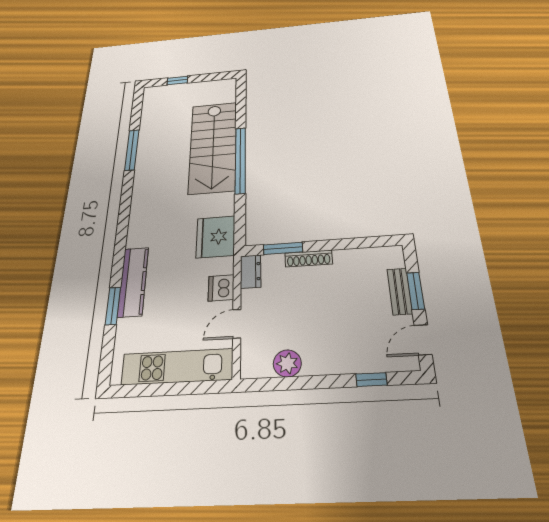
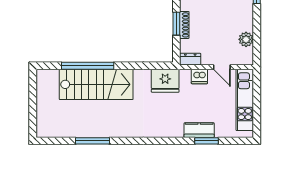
window: (177, 81) -> (33, 113), removed
window: (240, 160) -> (88, 66), moved
window: (283, 248) -> (176, 24), moved
kitchen counter: (133, 282) -> (199, 130), width x0.67

